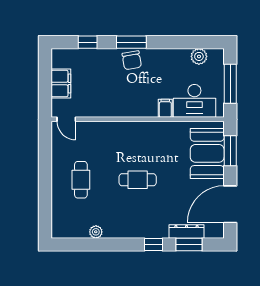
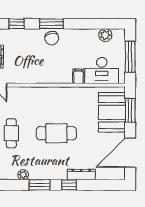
cafe table: (138, 180) -> (56, 133), width x1.37, depth x1.35
dresser: (186, 232) -> (81, 174), moved
window: (189, 244) -> (40, 185), moved

